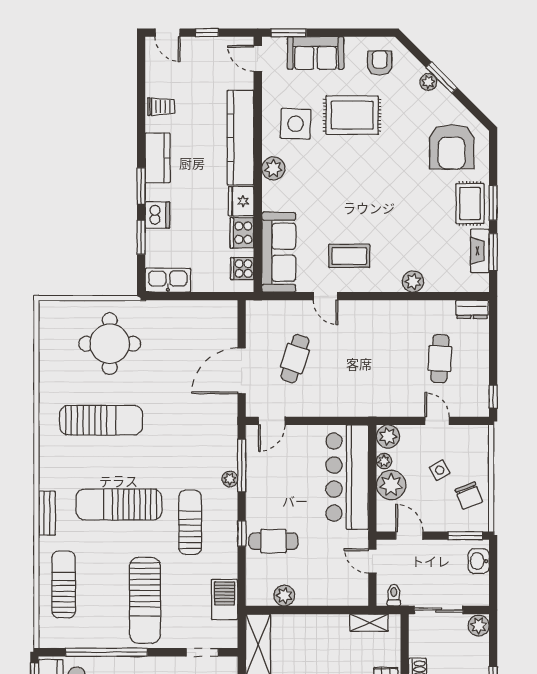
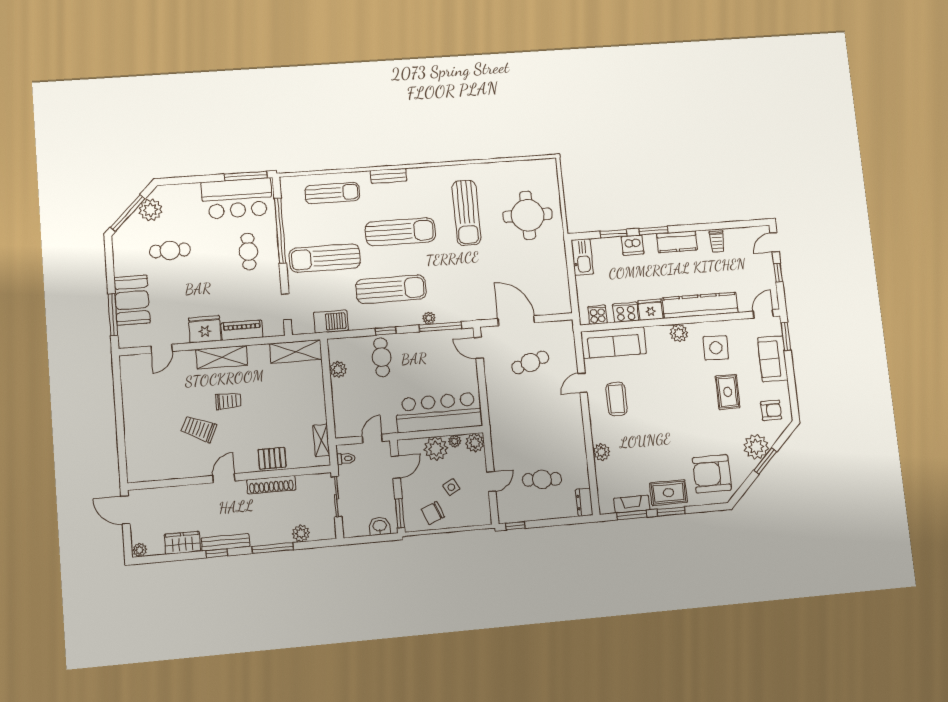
plant: (428, 82) -> (756, 447), width x1.88, depth x1.88
rug: (352, 115) -> (728, 392), width x0.73, depth x0.70
cafe table: (295, 359) -> (530, 362), turned -36
sun lounger: (119, 504) -> (400, 232), turned 90
sun lounger: (190, 522) -> (391, 289), width x1.36, depth x1.34
plant: (479, 626) -> (301, 533), moved

